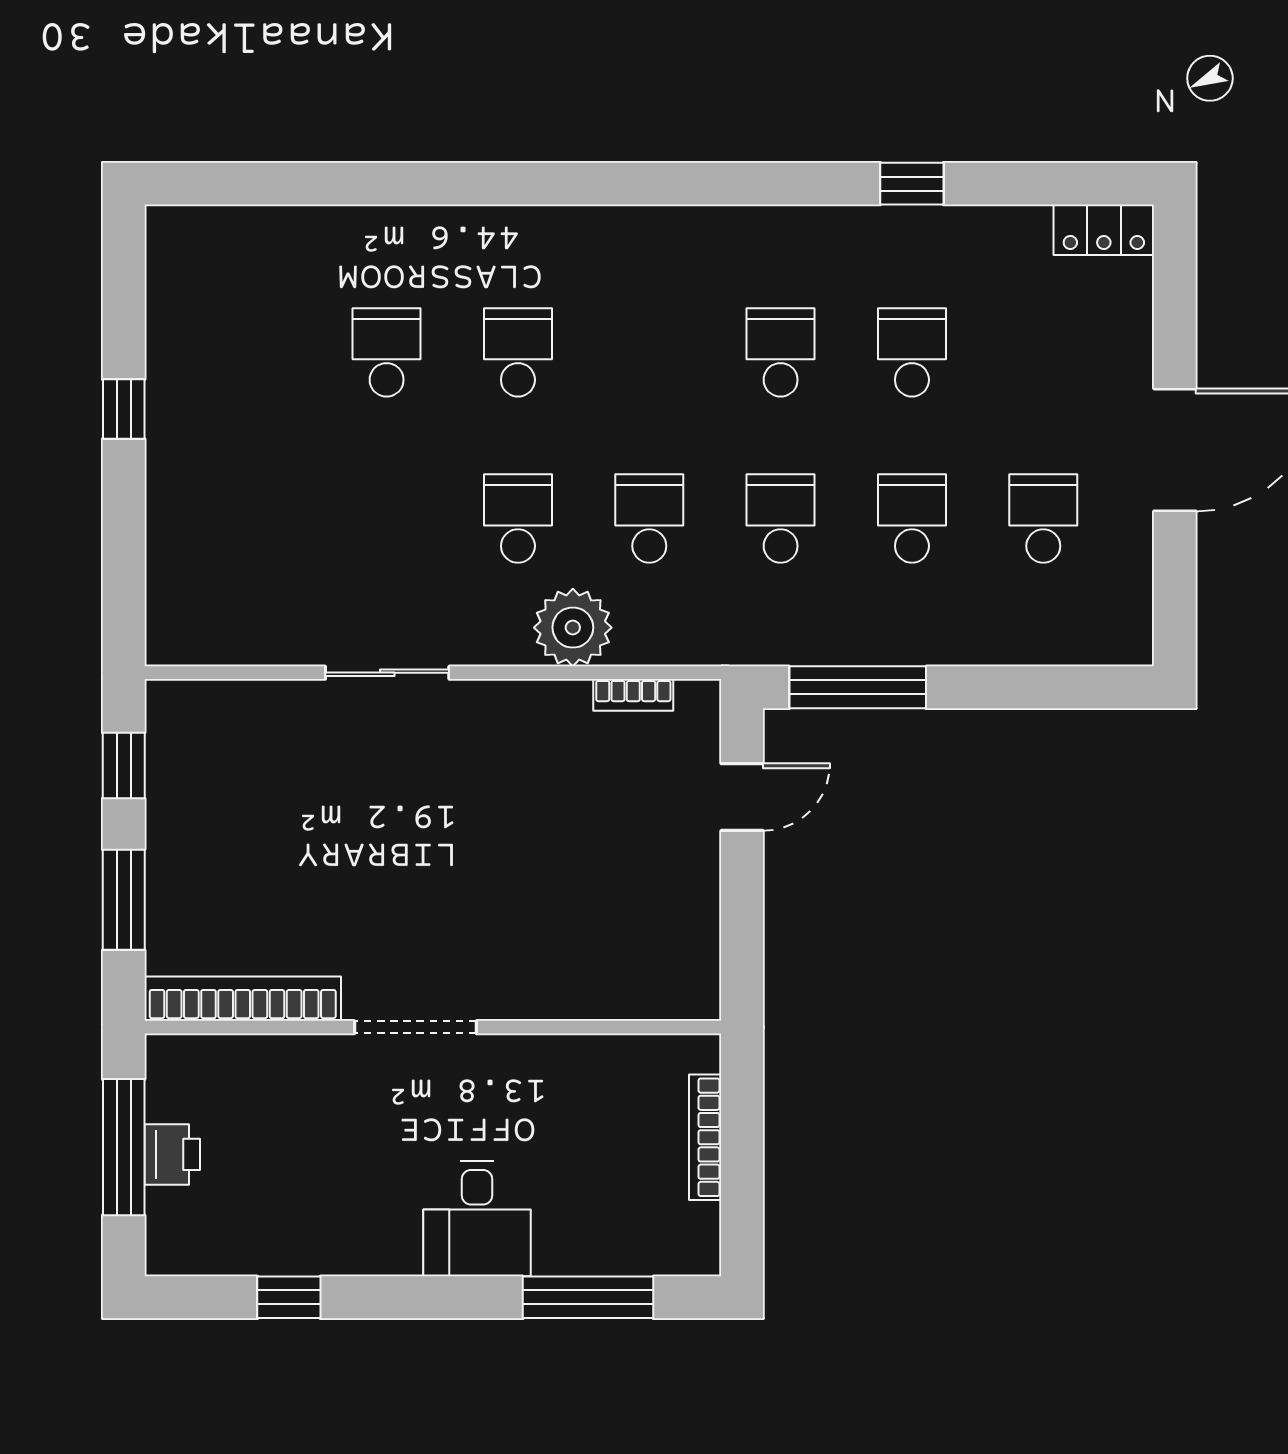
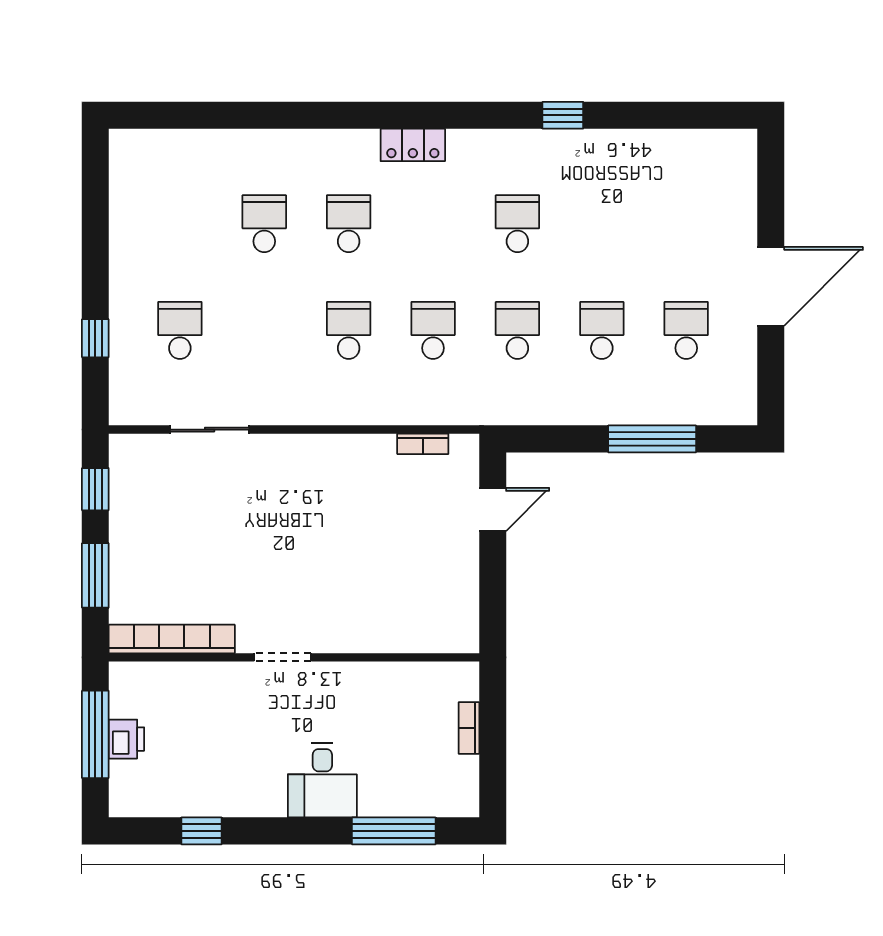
window: (912, 184) -> (563, 115), moved
locker: (1104, 230) -> (413, 145), moved
school desk: (912, 352) -> (180, 330), moved
window: (124, 409) -> (95, 338), moved
plant: (573, 628) -> (384, 400), removed
sliding door: (387, 673) -> (210, 430), moved
window: (858, 687) -> (652, 439), moved
doorway: (415, 1027) -> (283, 657), width x0.73
bookcase: (705, 1137) -> (469, 728), width x0.64

